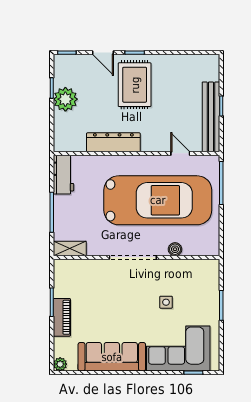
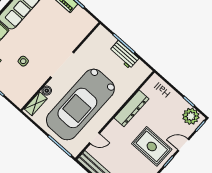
plant: (65, 99) -> (191, 116), moved
workbench: (63, 175) -> (124, 55), moved
shelving: (70, 248) -> (36, 104), moved

